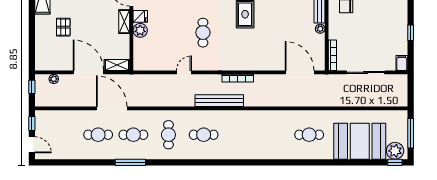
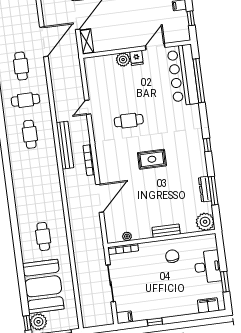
shelving: (124, 22) -> (129, 43), removed
plant: (320, 29) -> (127, 236), moved
door: (184, 72) -> (88, 107), swing flipped
door: (300, 72) -> (100, 198), moved
cafe table: (98, 135) -> (17, 32), removed

